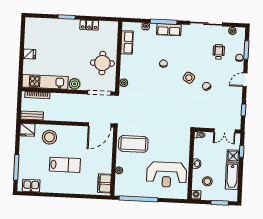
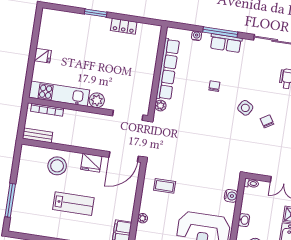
row of seats: (127, 42) -> (168, 69), width x2.02
round table: (102, 63) -> (136, 77), removed
fridge: (27, 130) -> (91, 163), moved
coffee table: (133, 144) -> (165, 186), width x0.54, depth x0.58
water cooler: (185, 146) -> (231, 196), added
kitchen sink: (31, 186) -> (27, 226), removed

